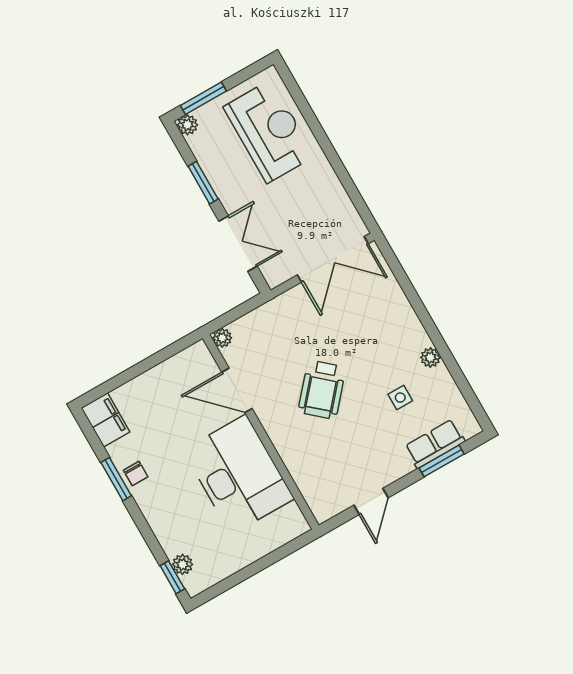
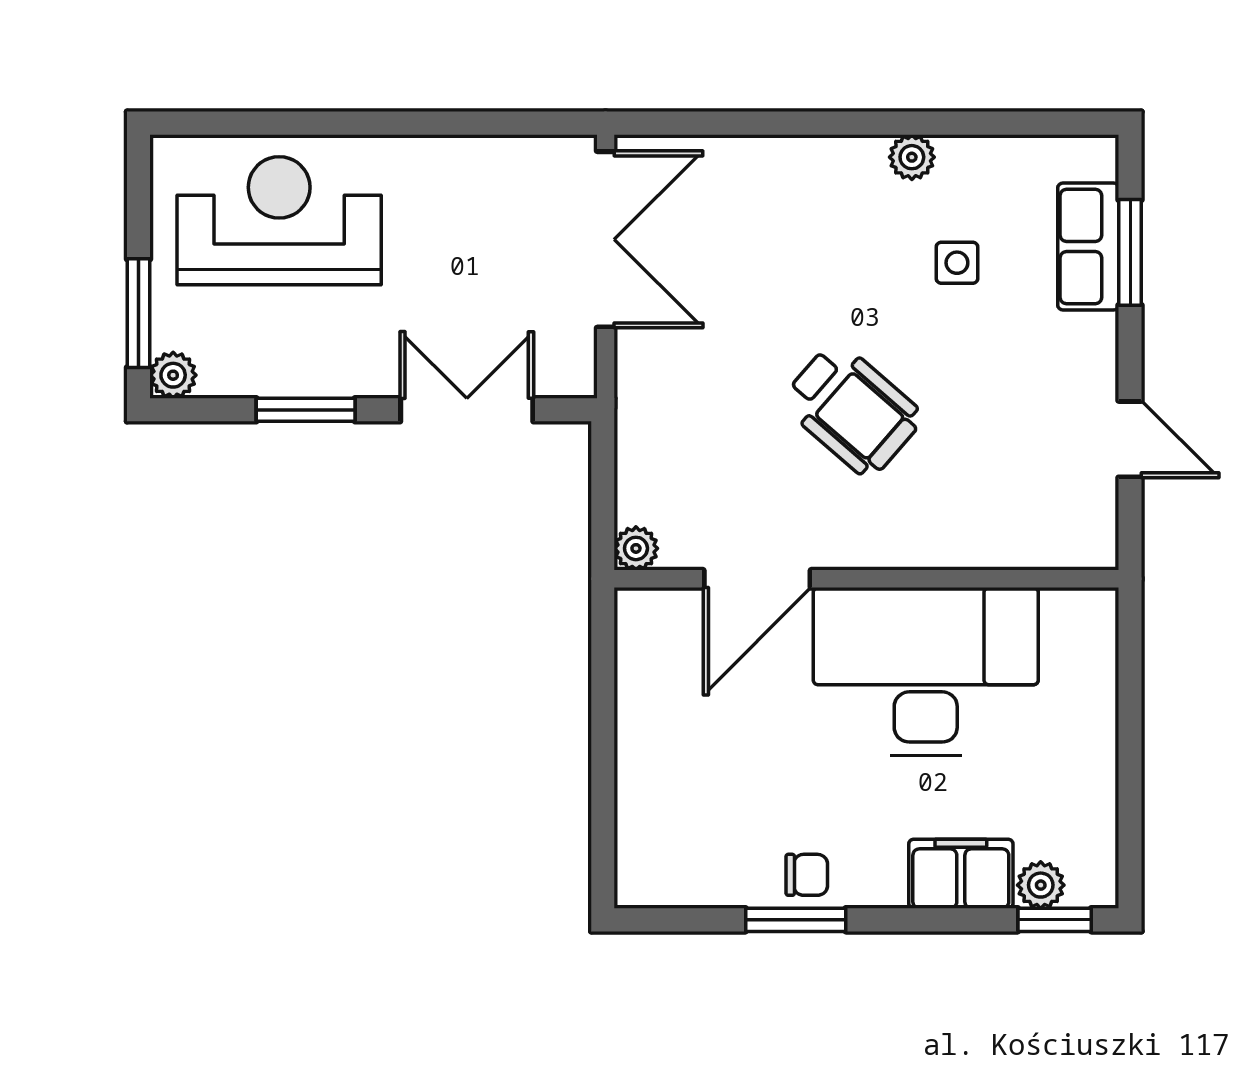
filing cabinet: (106, 420) -> (961, 874), moved

